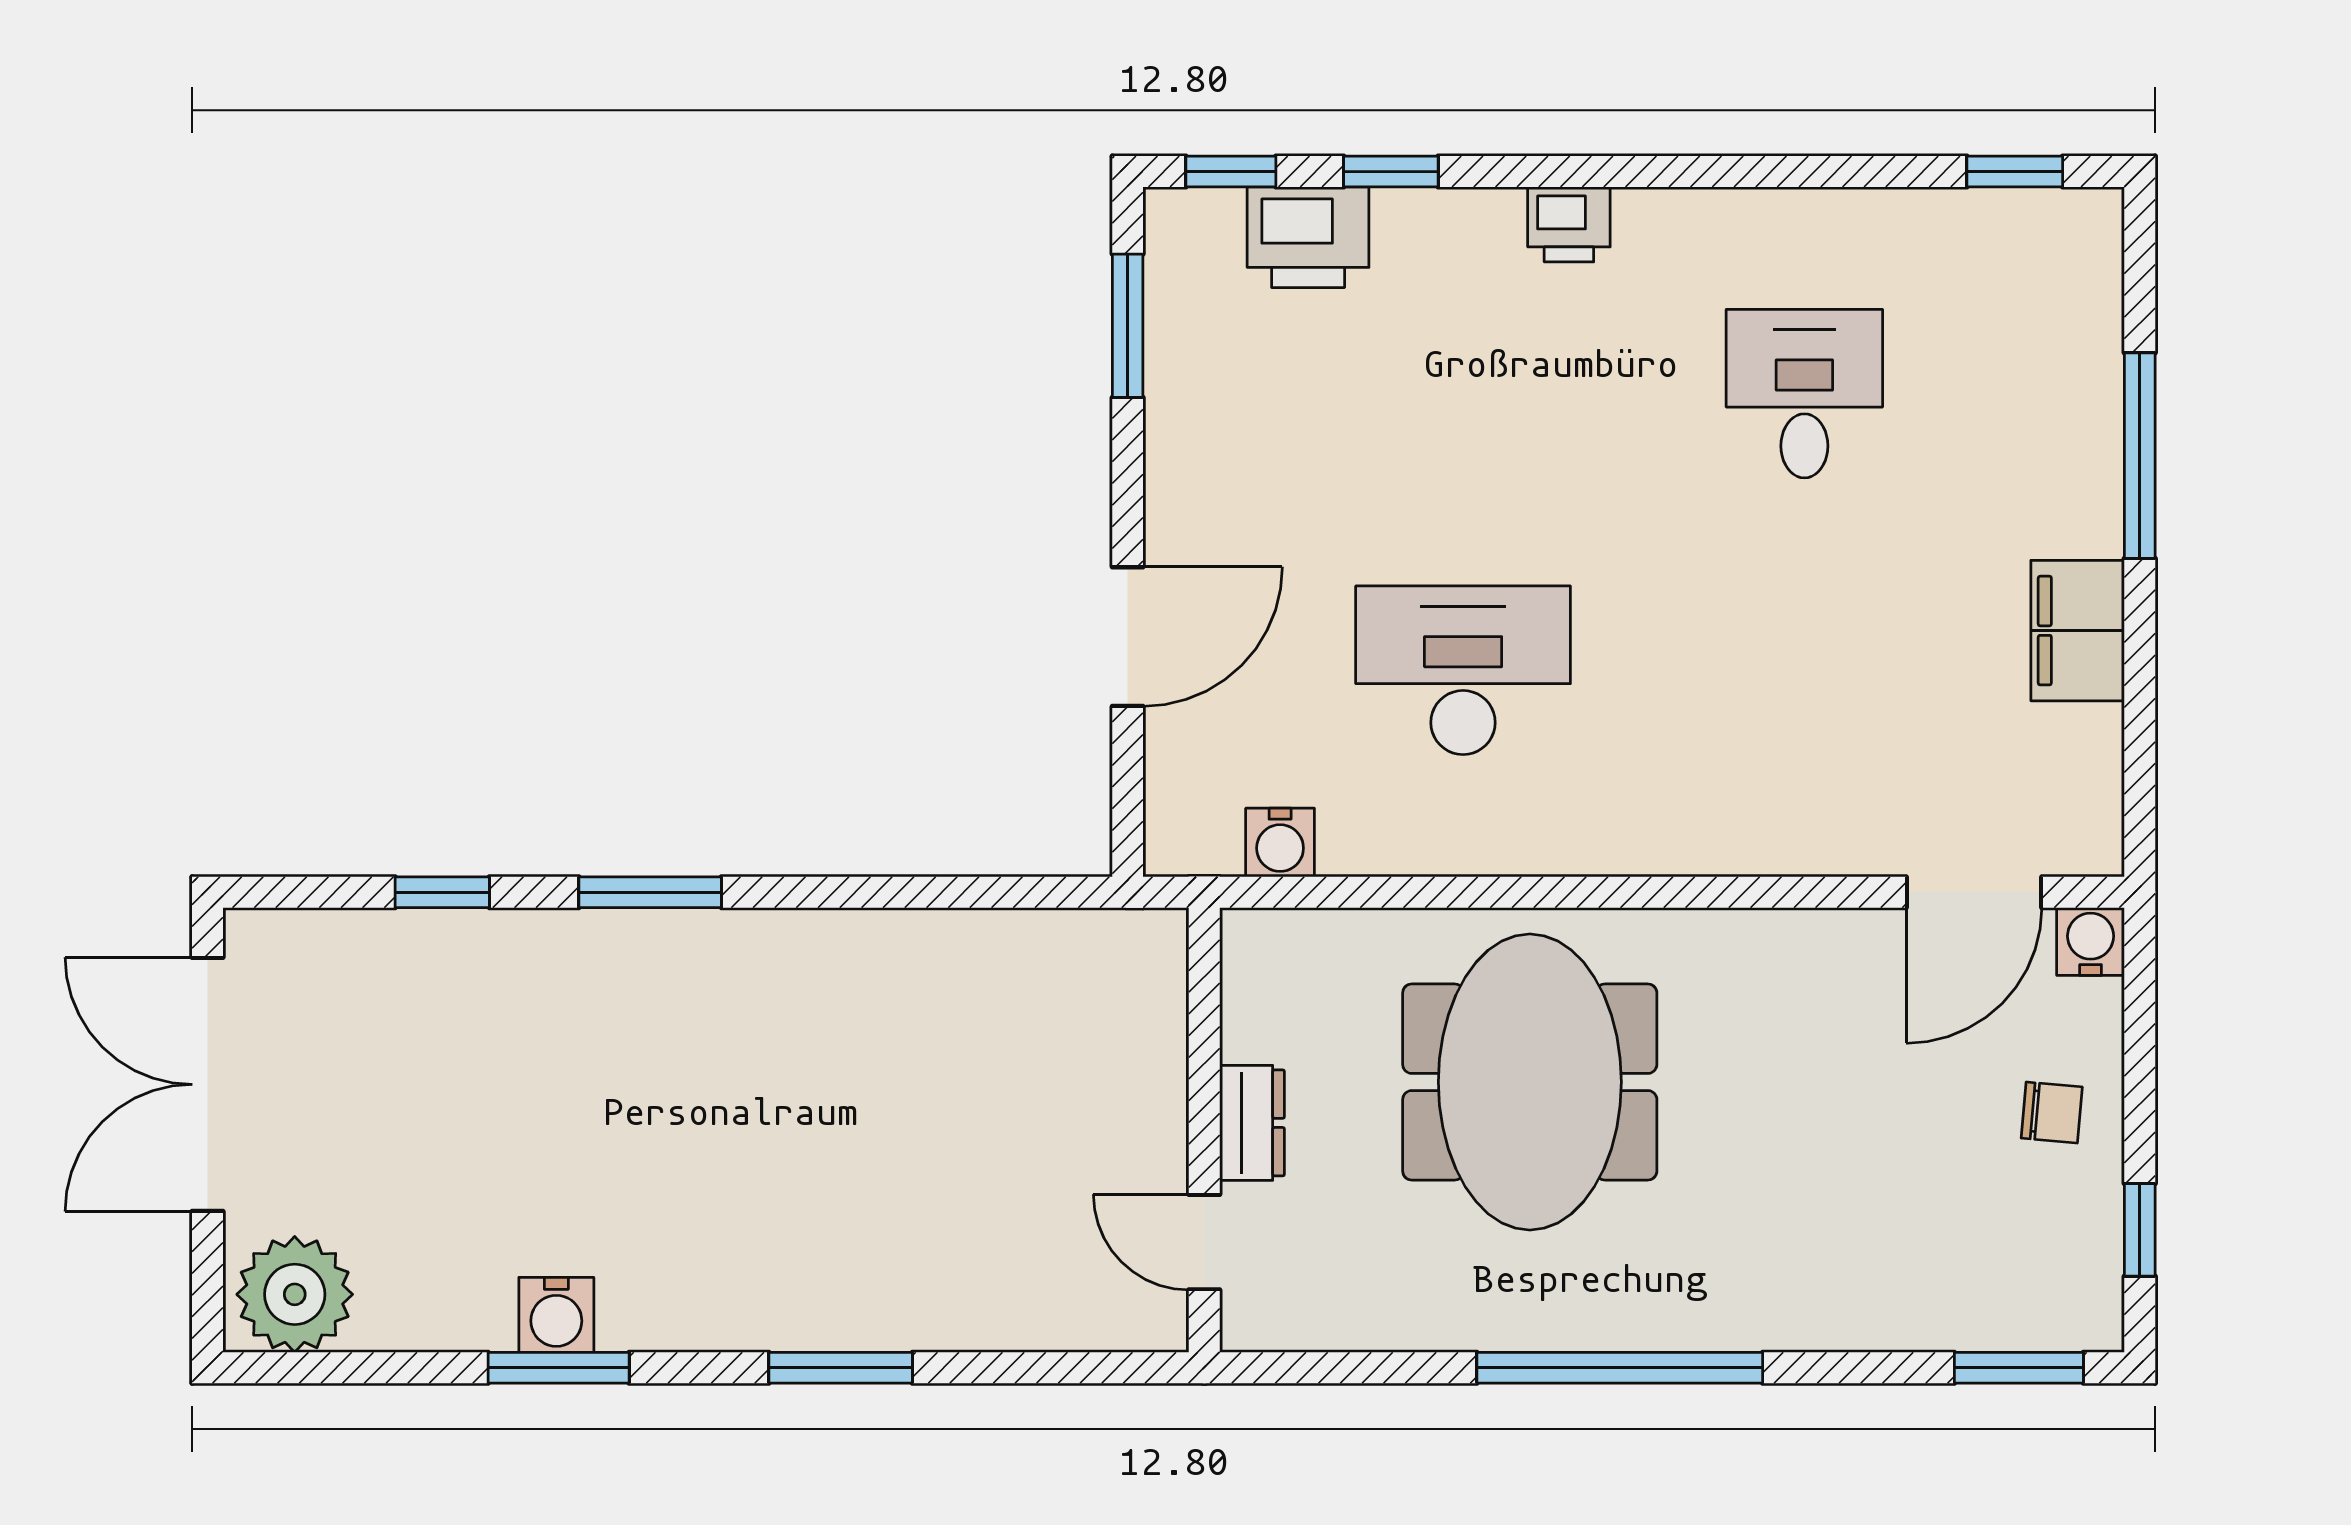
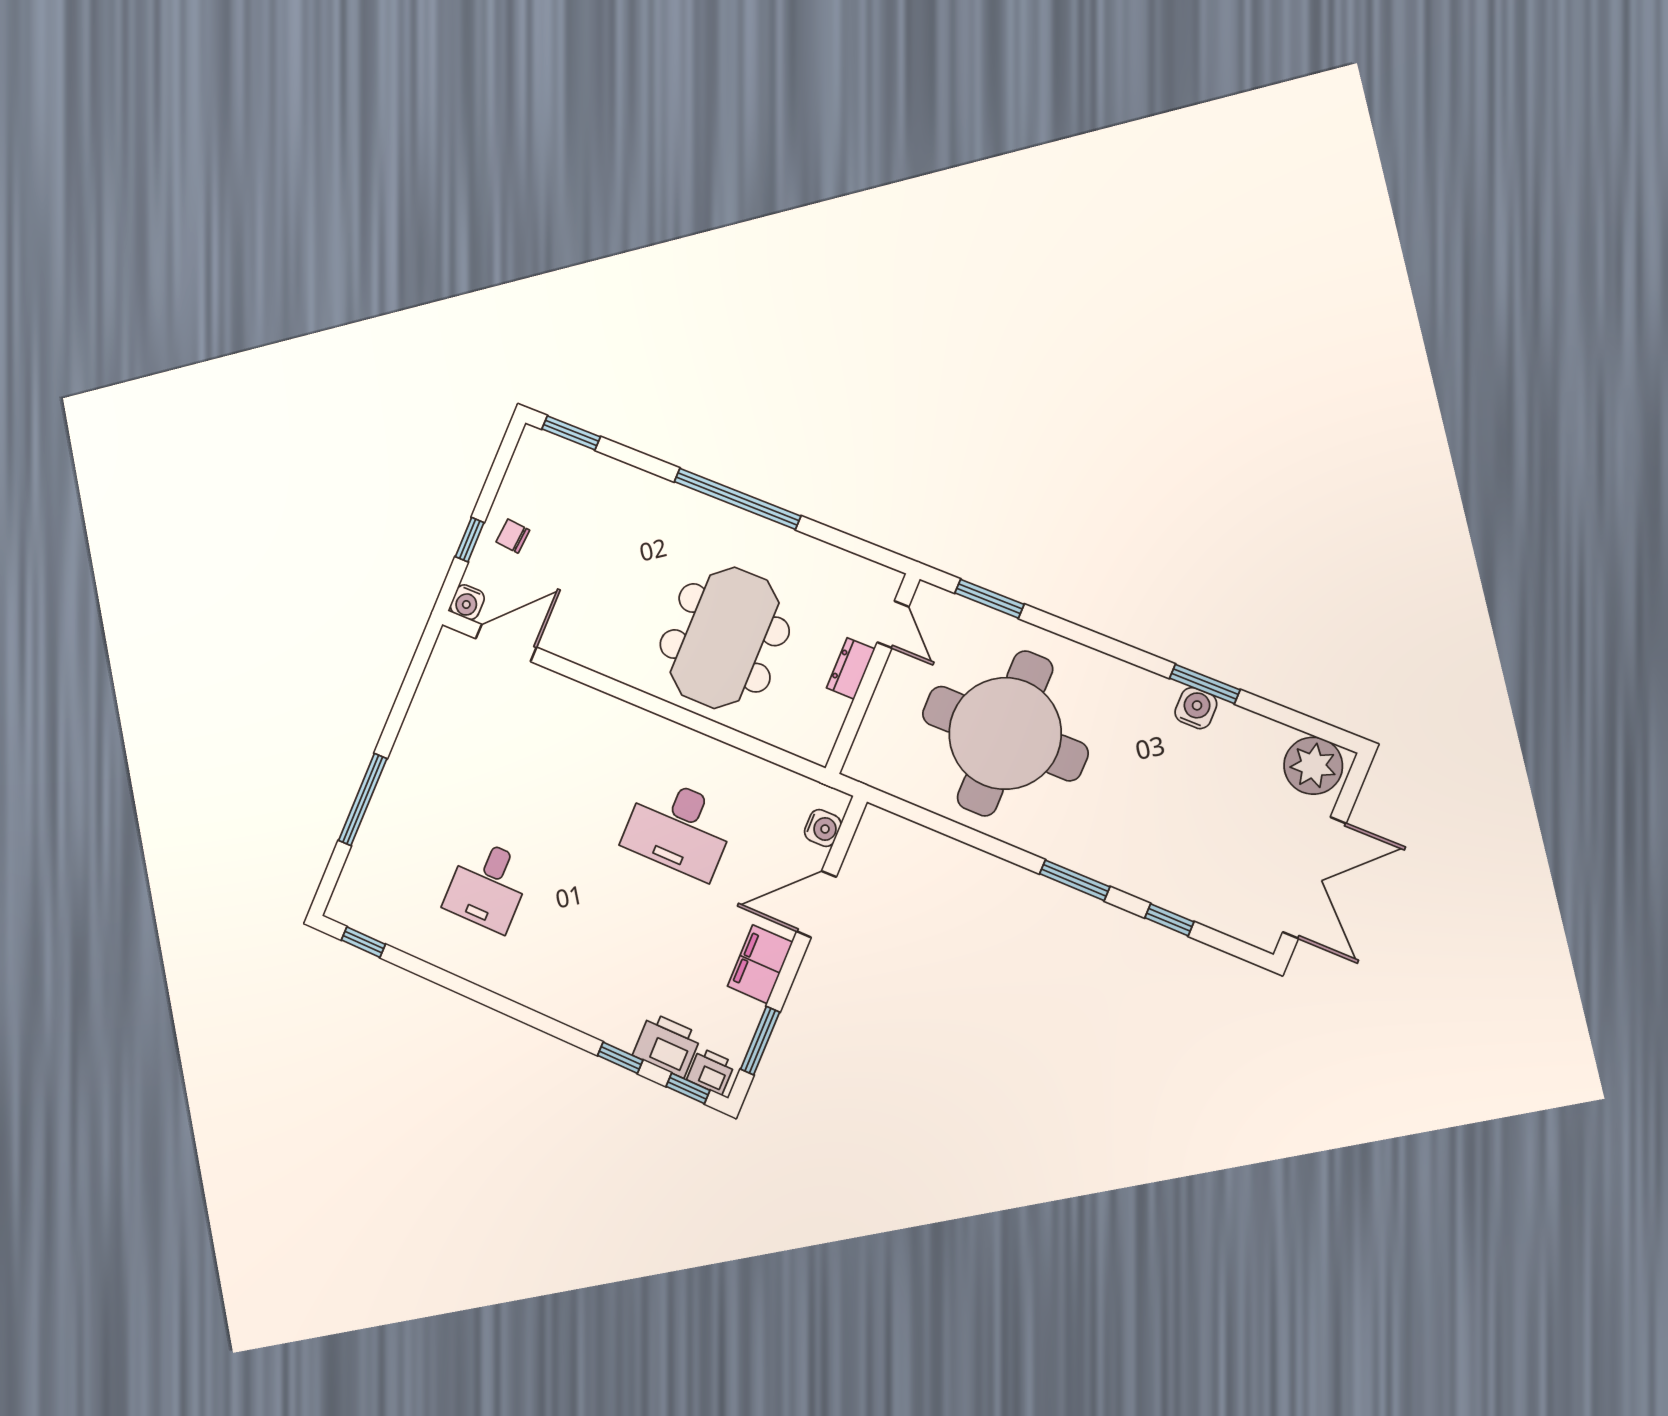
printer: (1569, 224) -> (711, 1071), moved
filing cabinet: (2078, 631) -> (760, 964), moved, turned 180
water cooler: (1280, 843) -> (823, 828), moved, turned 90
round table: (899, 1119) -> (1005, 733), added
window: (2140, 1230) -> (470, 540), moved
window: (841, 1368) -> (989, 599), moved

